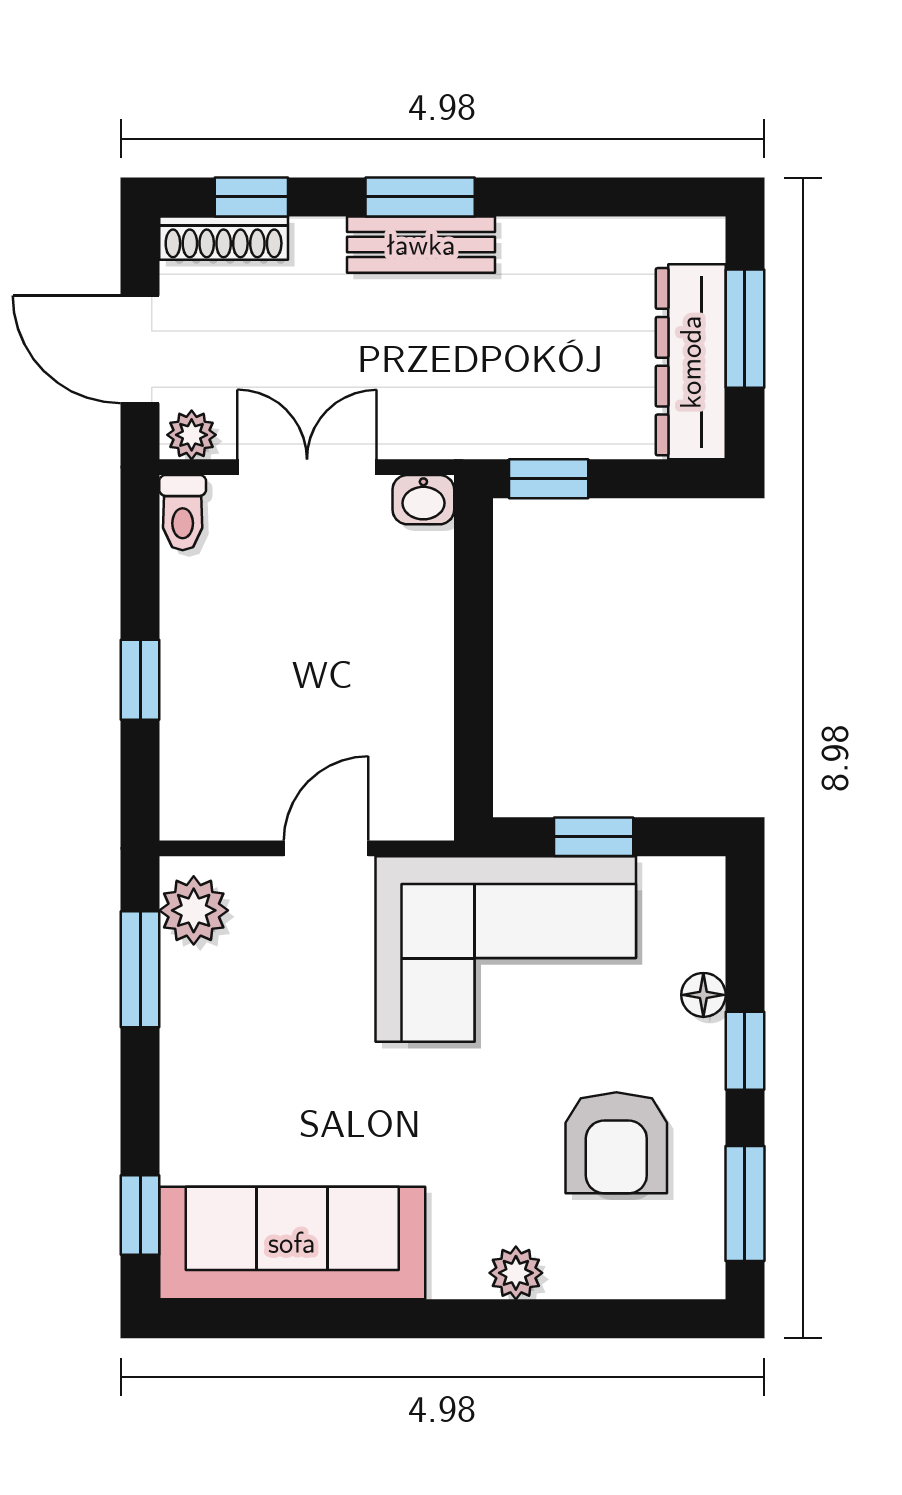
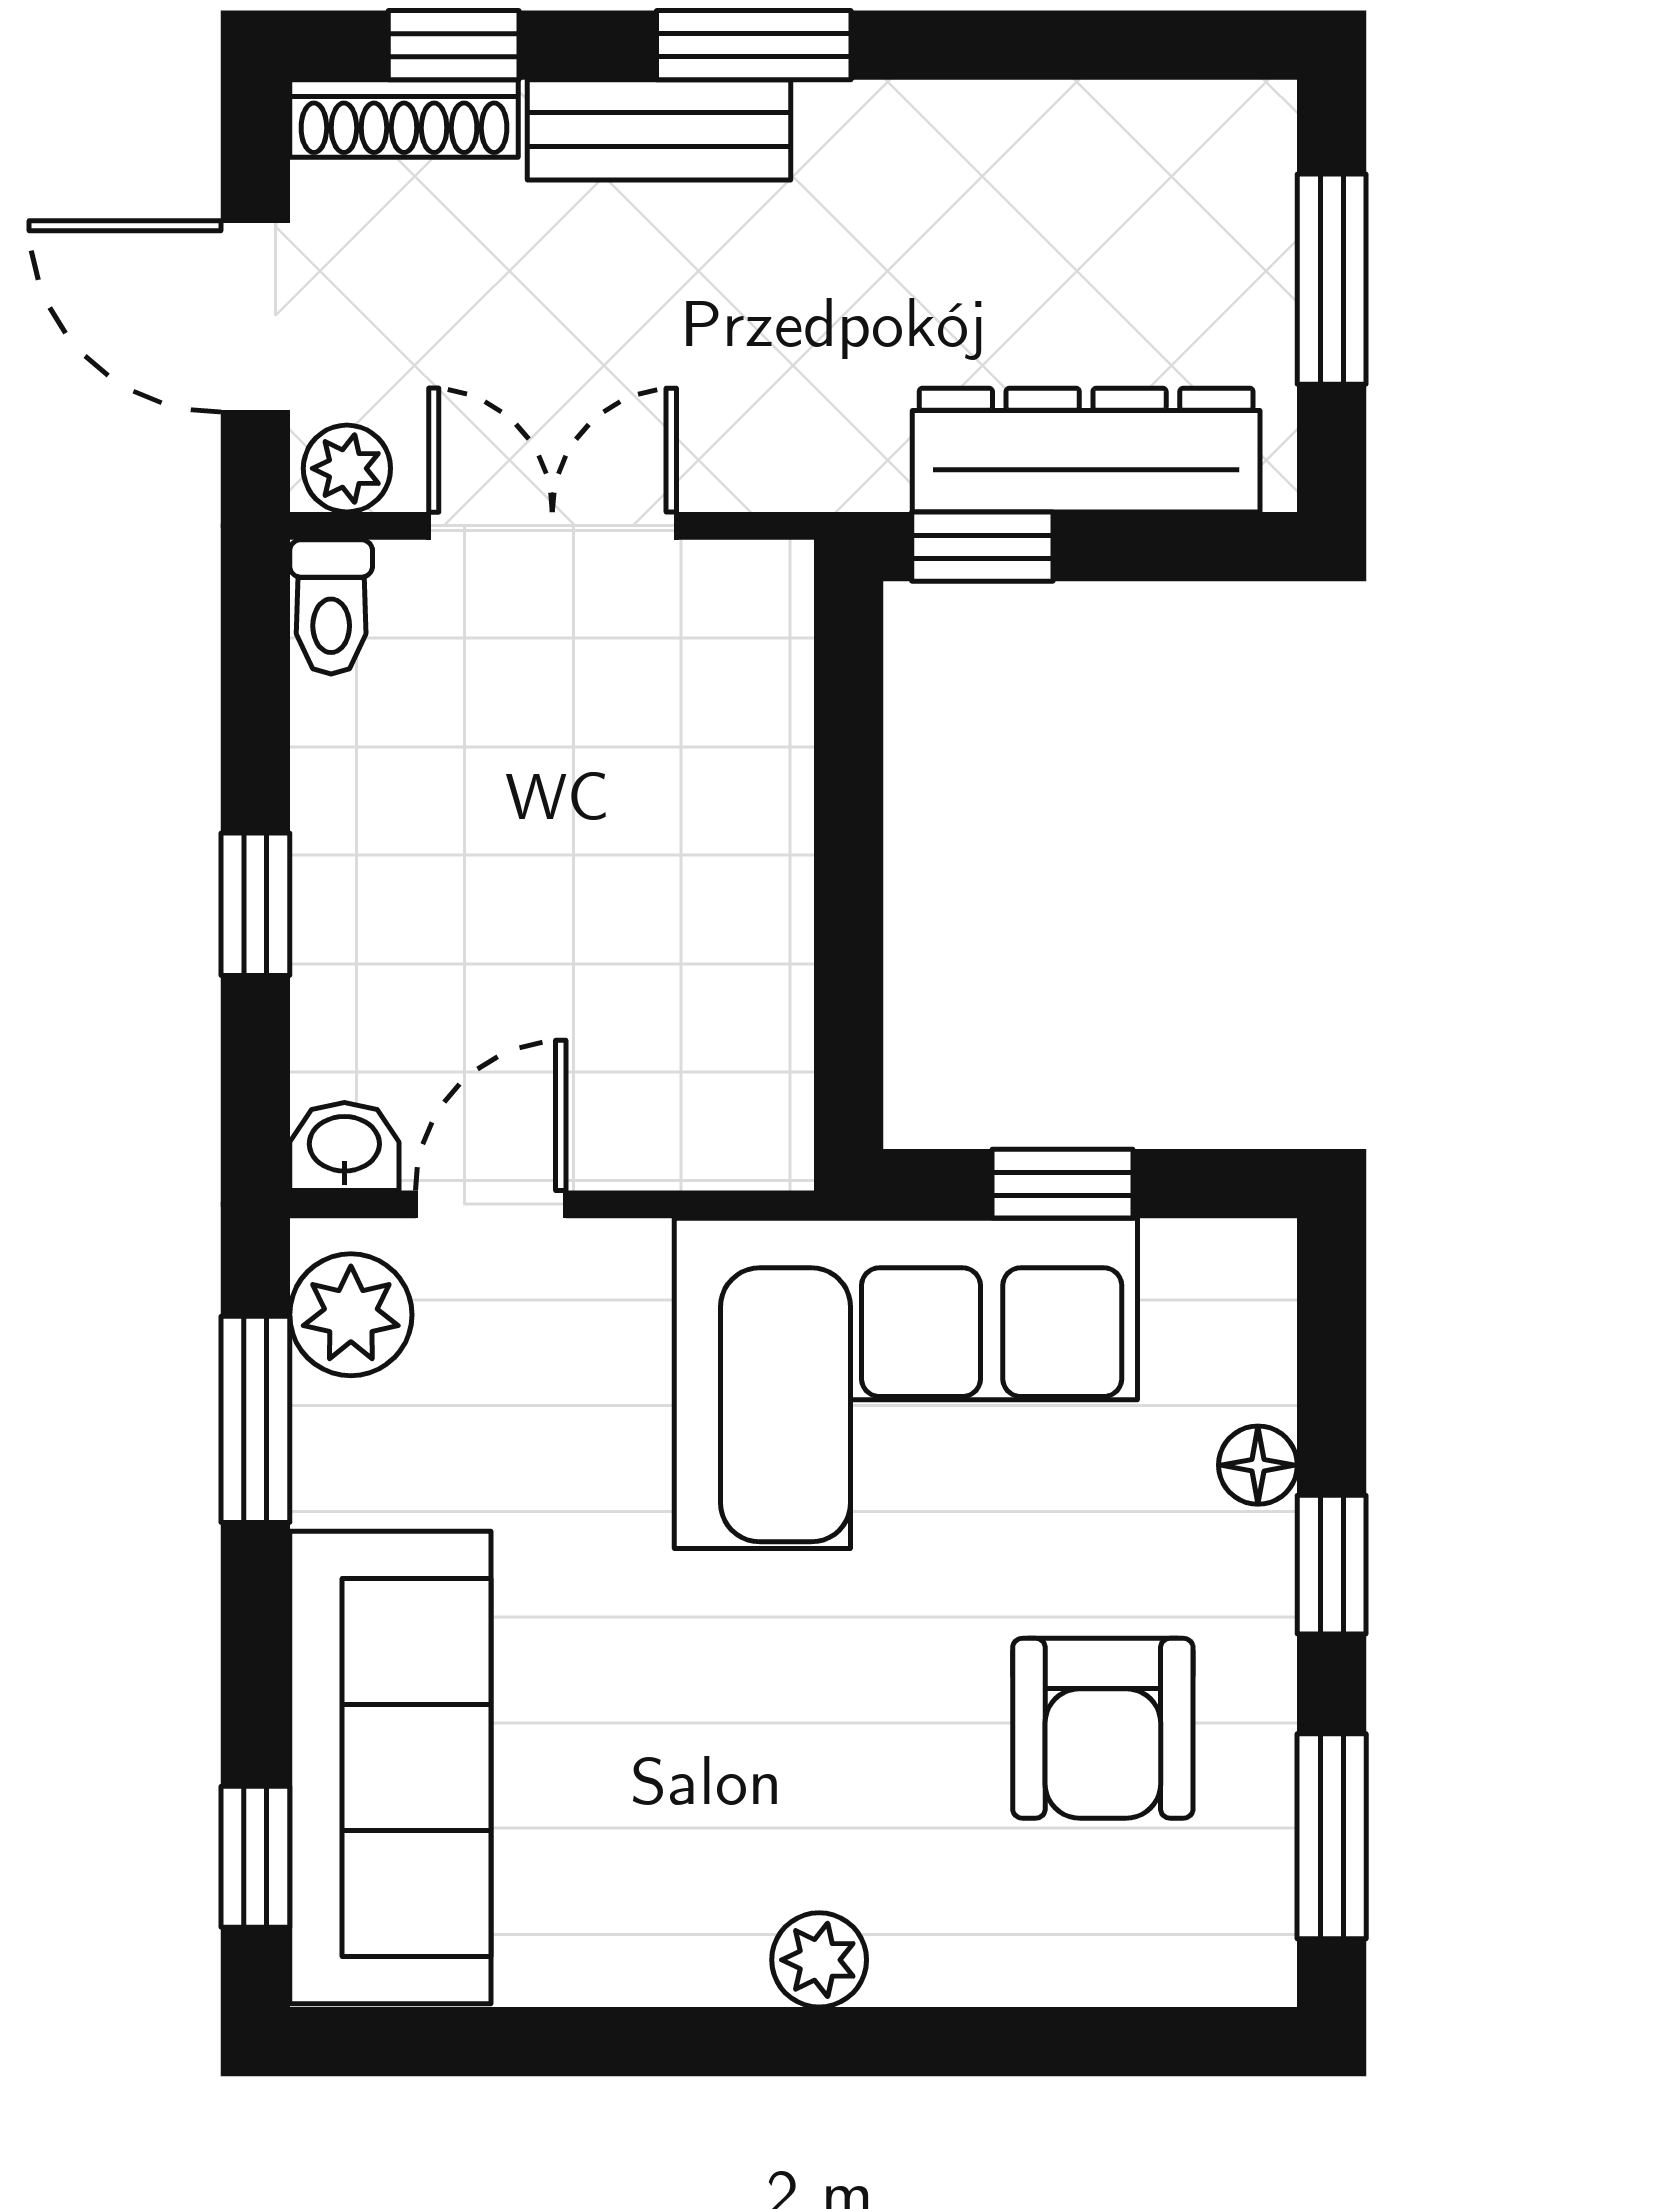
bench: (421, 245) -> (659, 130), moved
dresser: (691, 362) -> (1086, 450), moved, turned 90
washbasin: (423, 500) -> (344, 1146), moved, turned 180
door: (326, 848) -> (491, 1204), moved
sofa: (292, 1243) -> (390, 1767), moved, turned 90
plant: (516, 1273) -> (819, 1960), moved

